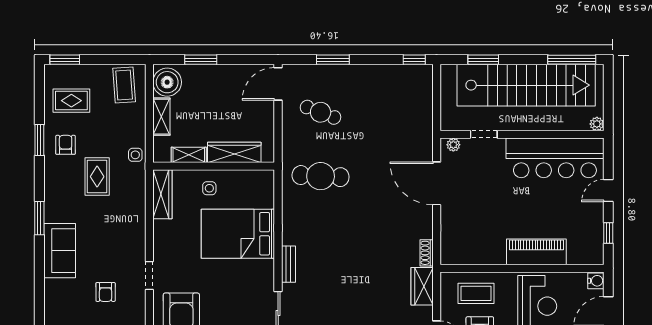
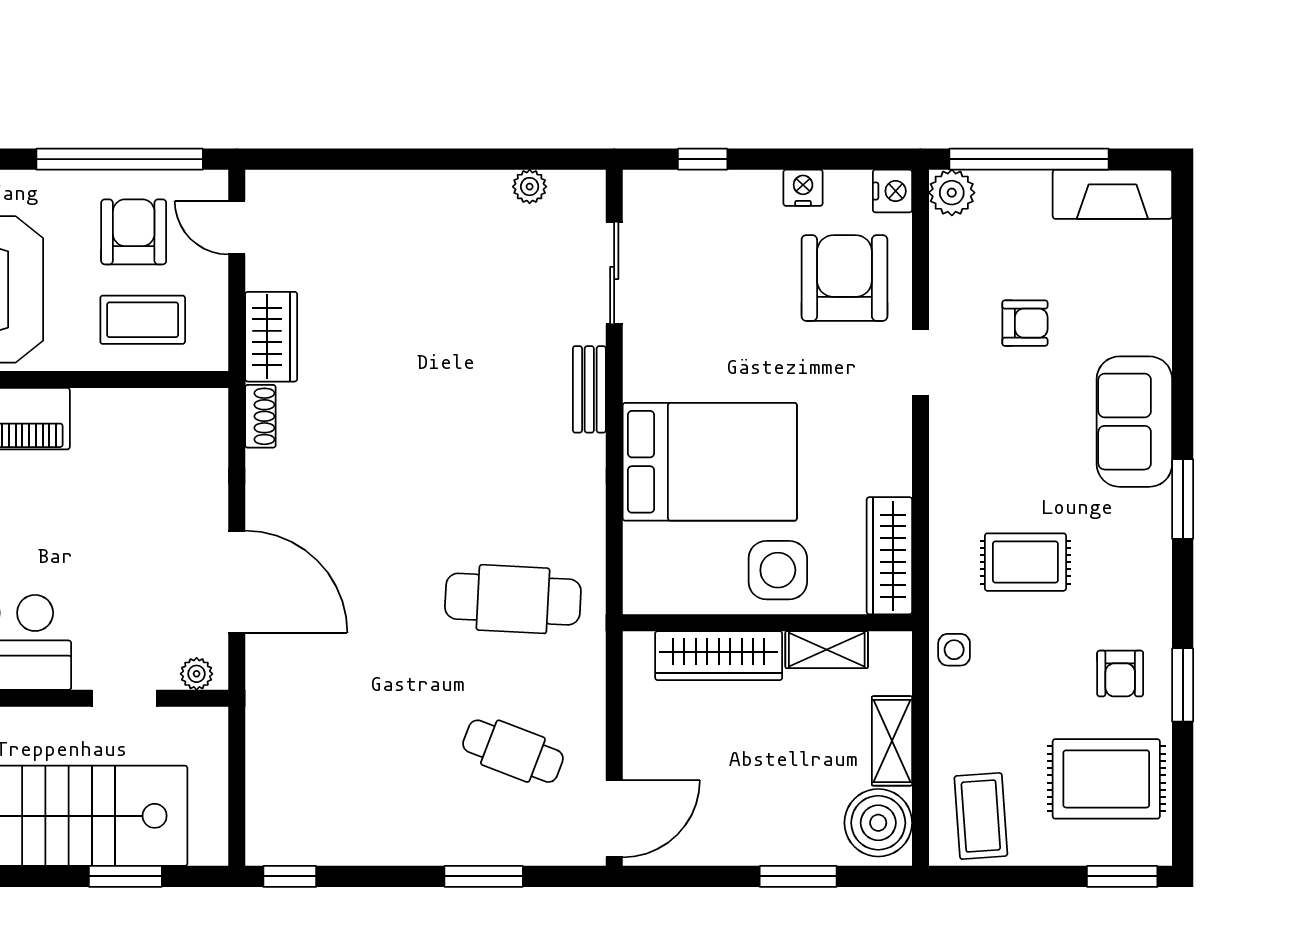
rug: (71, 101) -> (1106, 779), width x1.36, depth x1.43
rug: (97, 177) -> (1025, 562), moved, turned 90
side table: (209, 188) -> (778, 570), width x1.87, depth x1.87
armchair: (106, 292) -> (1025, 323), turned 90

